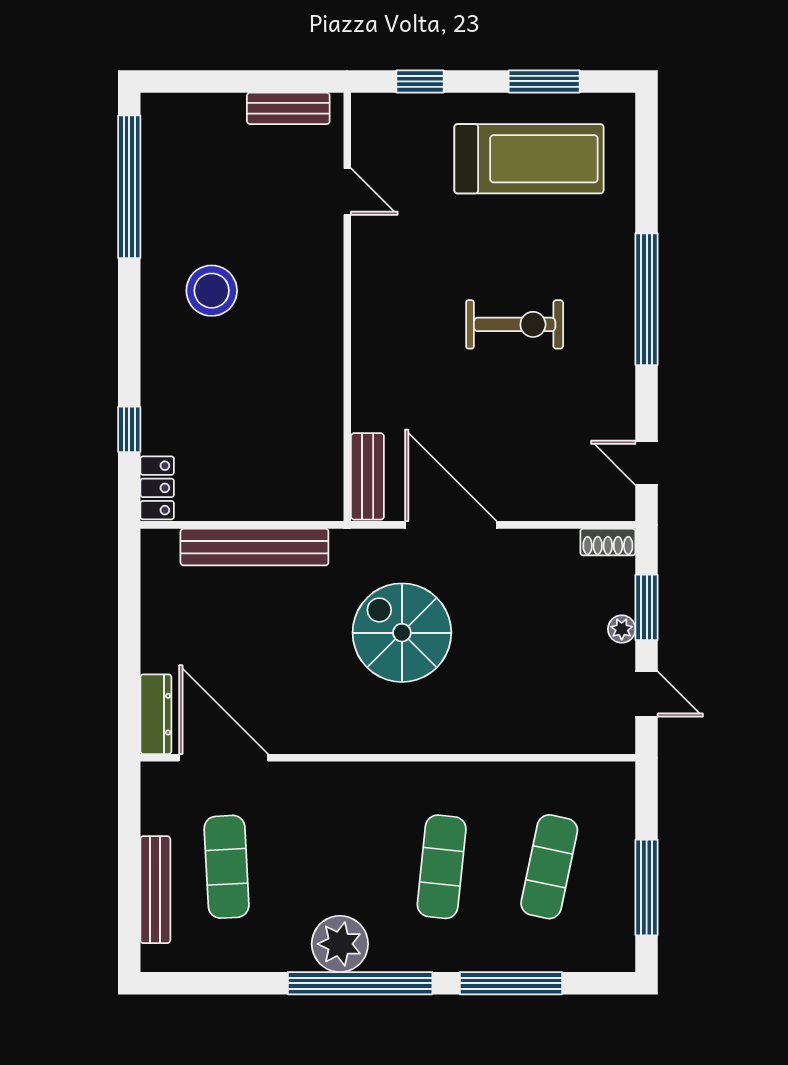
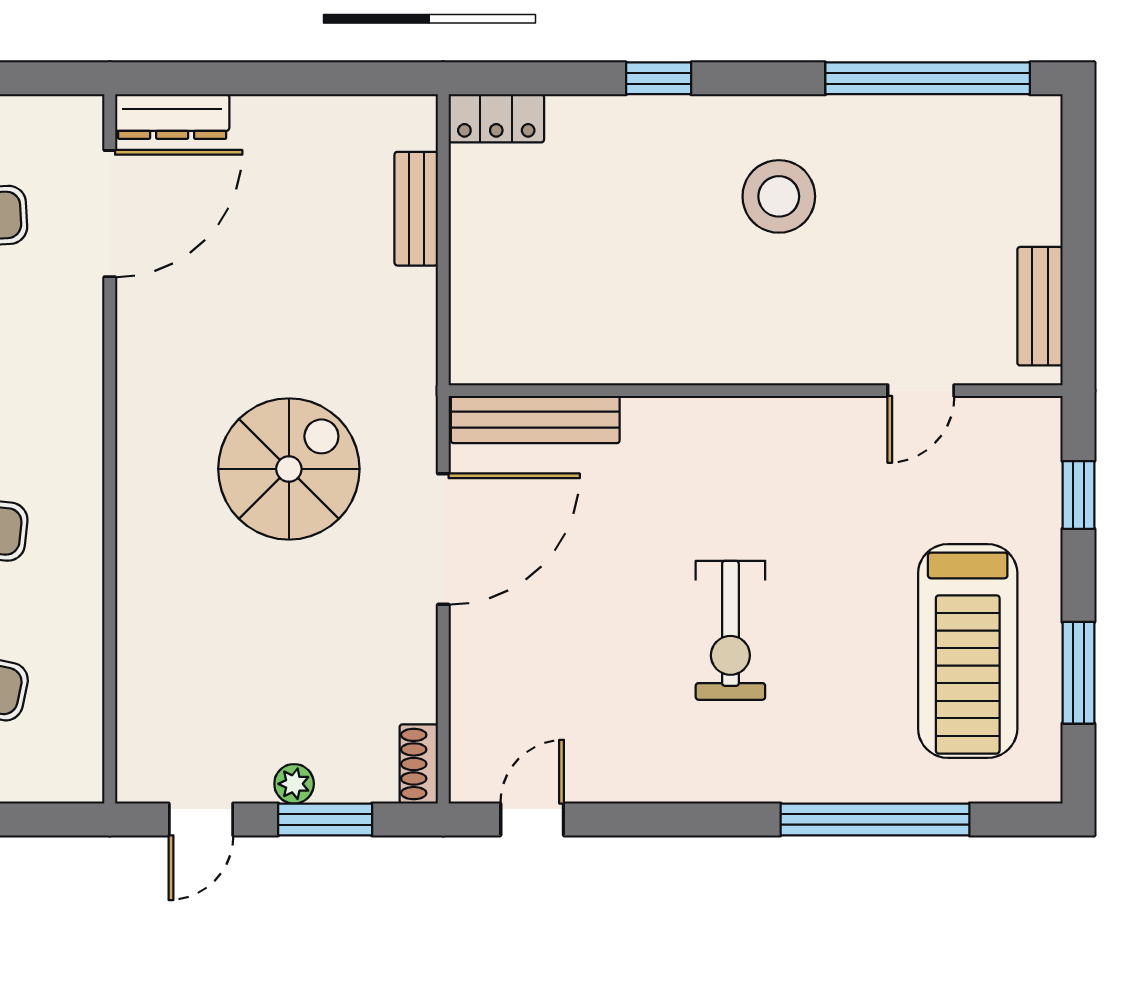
window: (647, 299) -> (875, 819), moved
window: (129, 429) -> (659, 78), moved
bench: (367, 476) -> (535, 420), width x1.36
bench: (254, 547) -> (416, 209), width x0.54, depth x0.82

